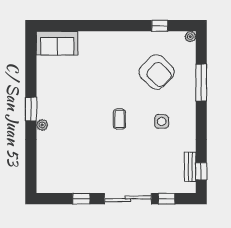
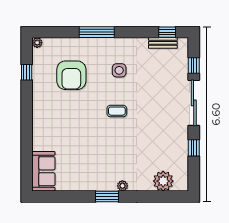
armchair: (157, 72) -> (71, 75), turned 135
window: (201, 82) -> (97, 32), moved
plant: (47, 167) -> (163, 181), added

